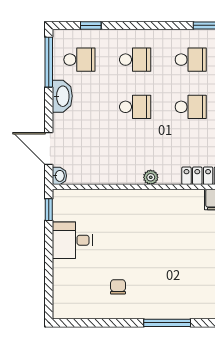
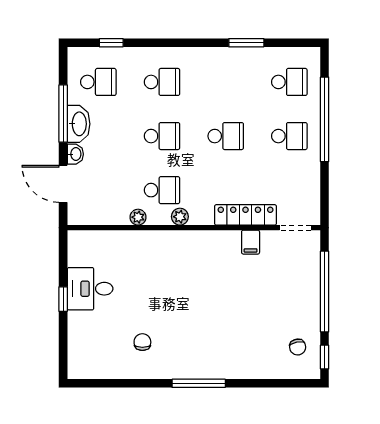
school desk: (191, 60) -> (162, 190), moved
window: (49, 62) -> (63, 114), moved
washbasin: (59, 176) -> (75, 154), moved
plant: (114, 178) -> (138, 217), added
window: (49, 210) -> (63, 299), moved

